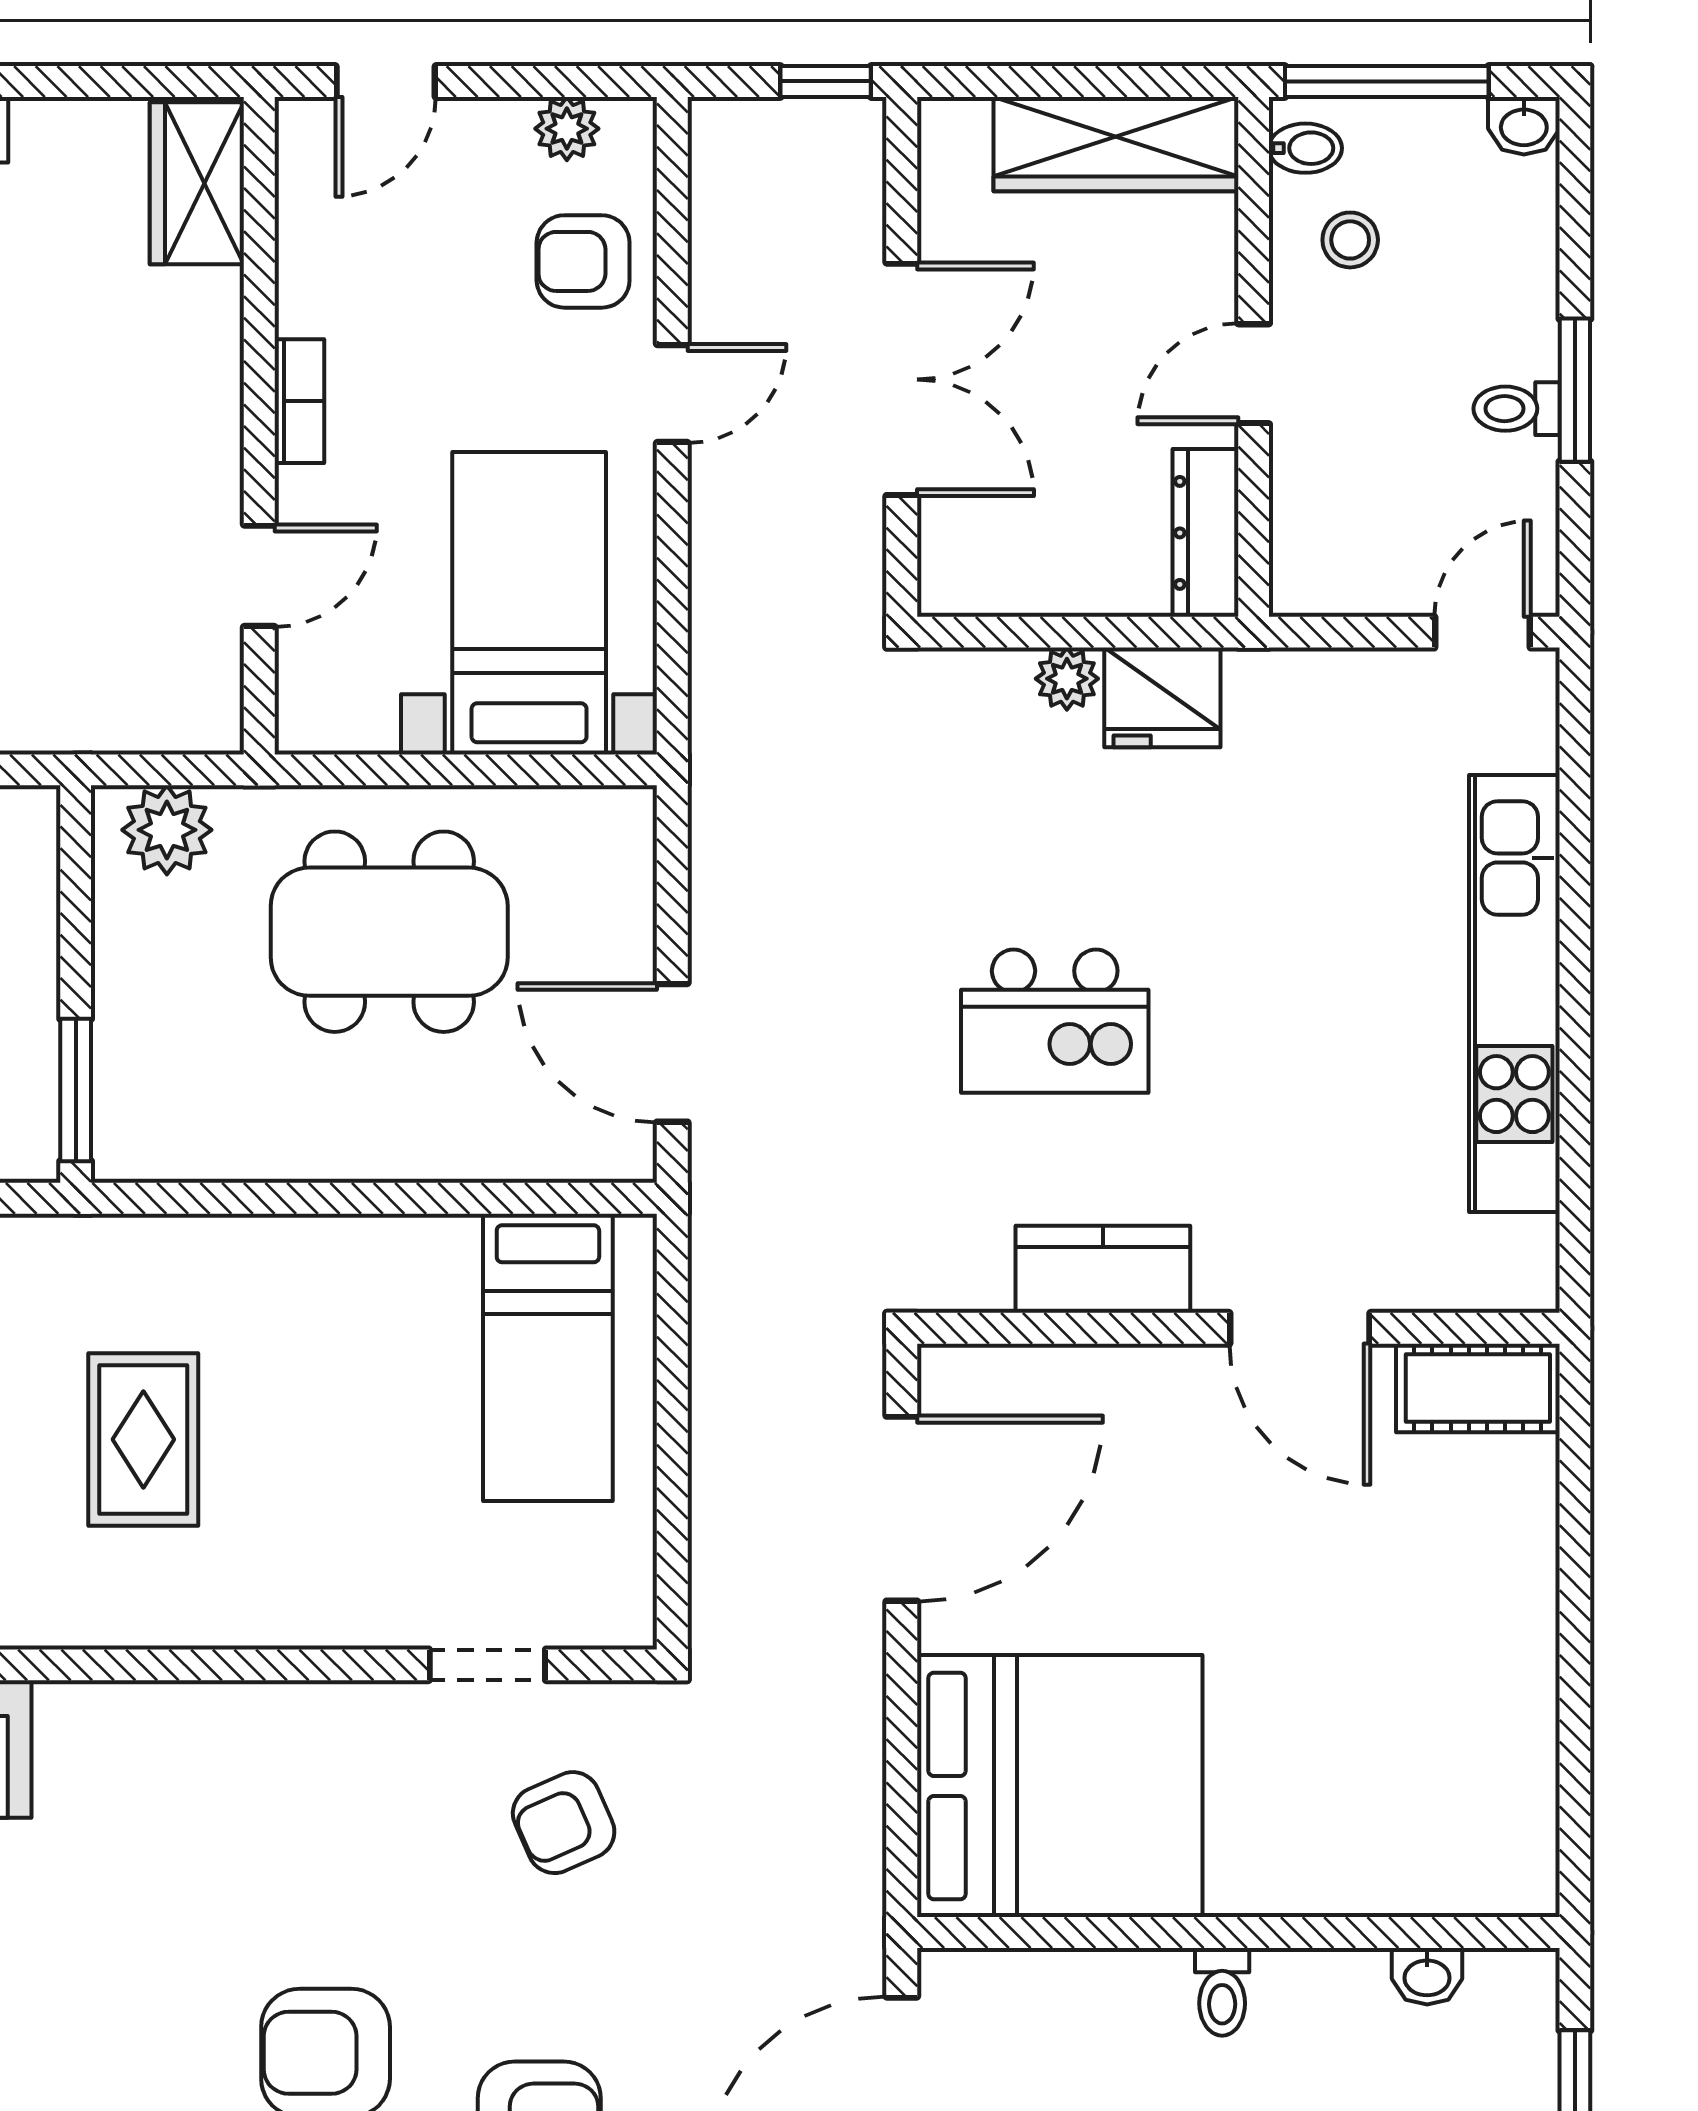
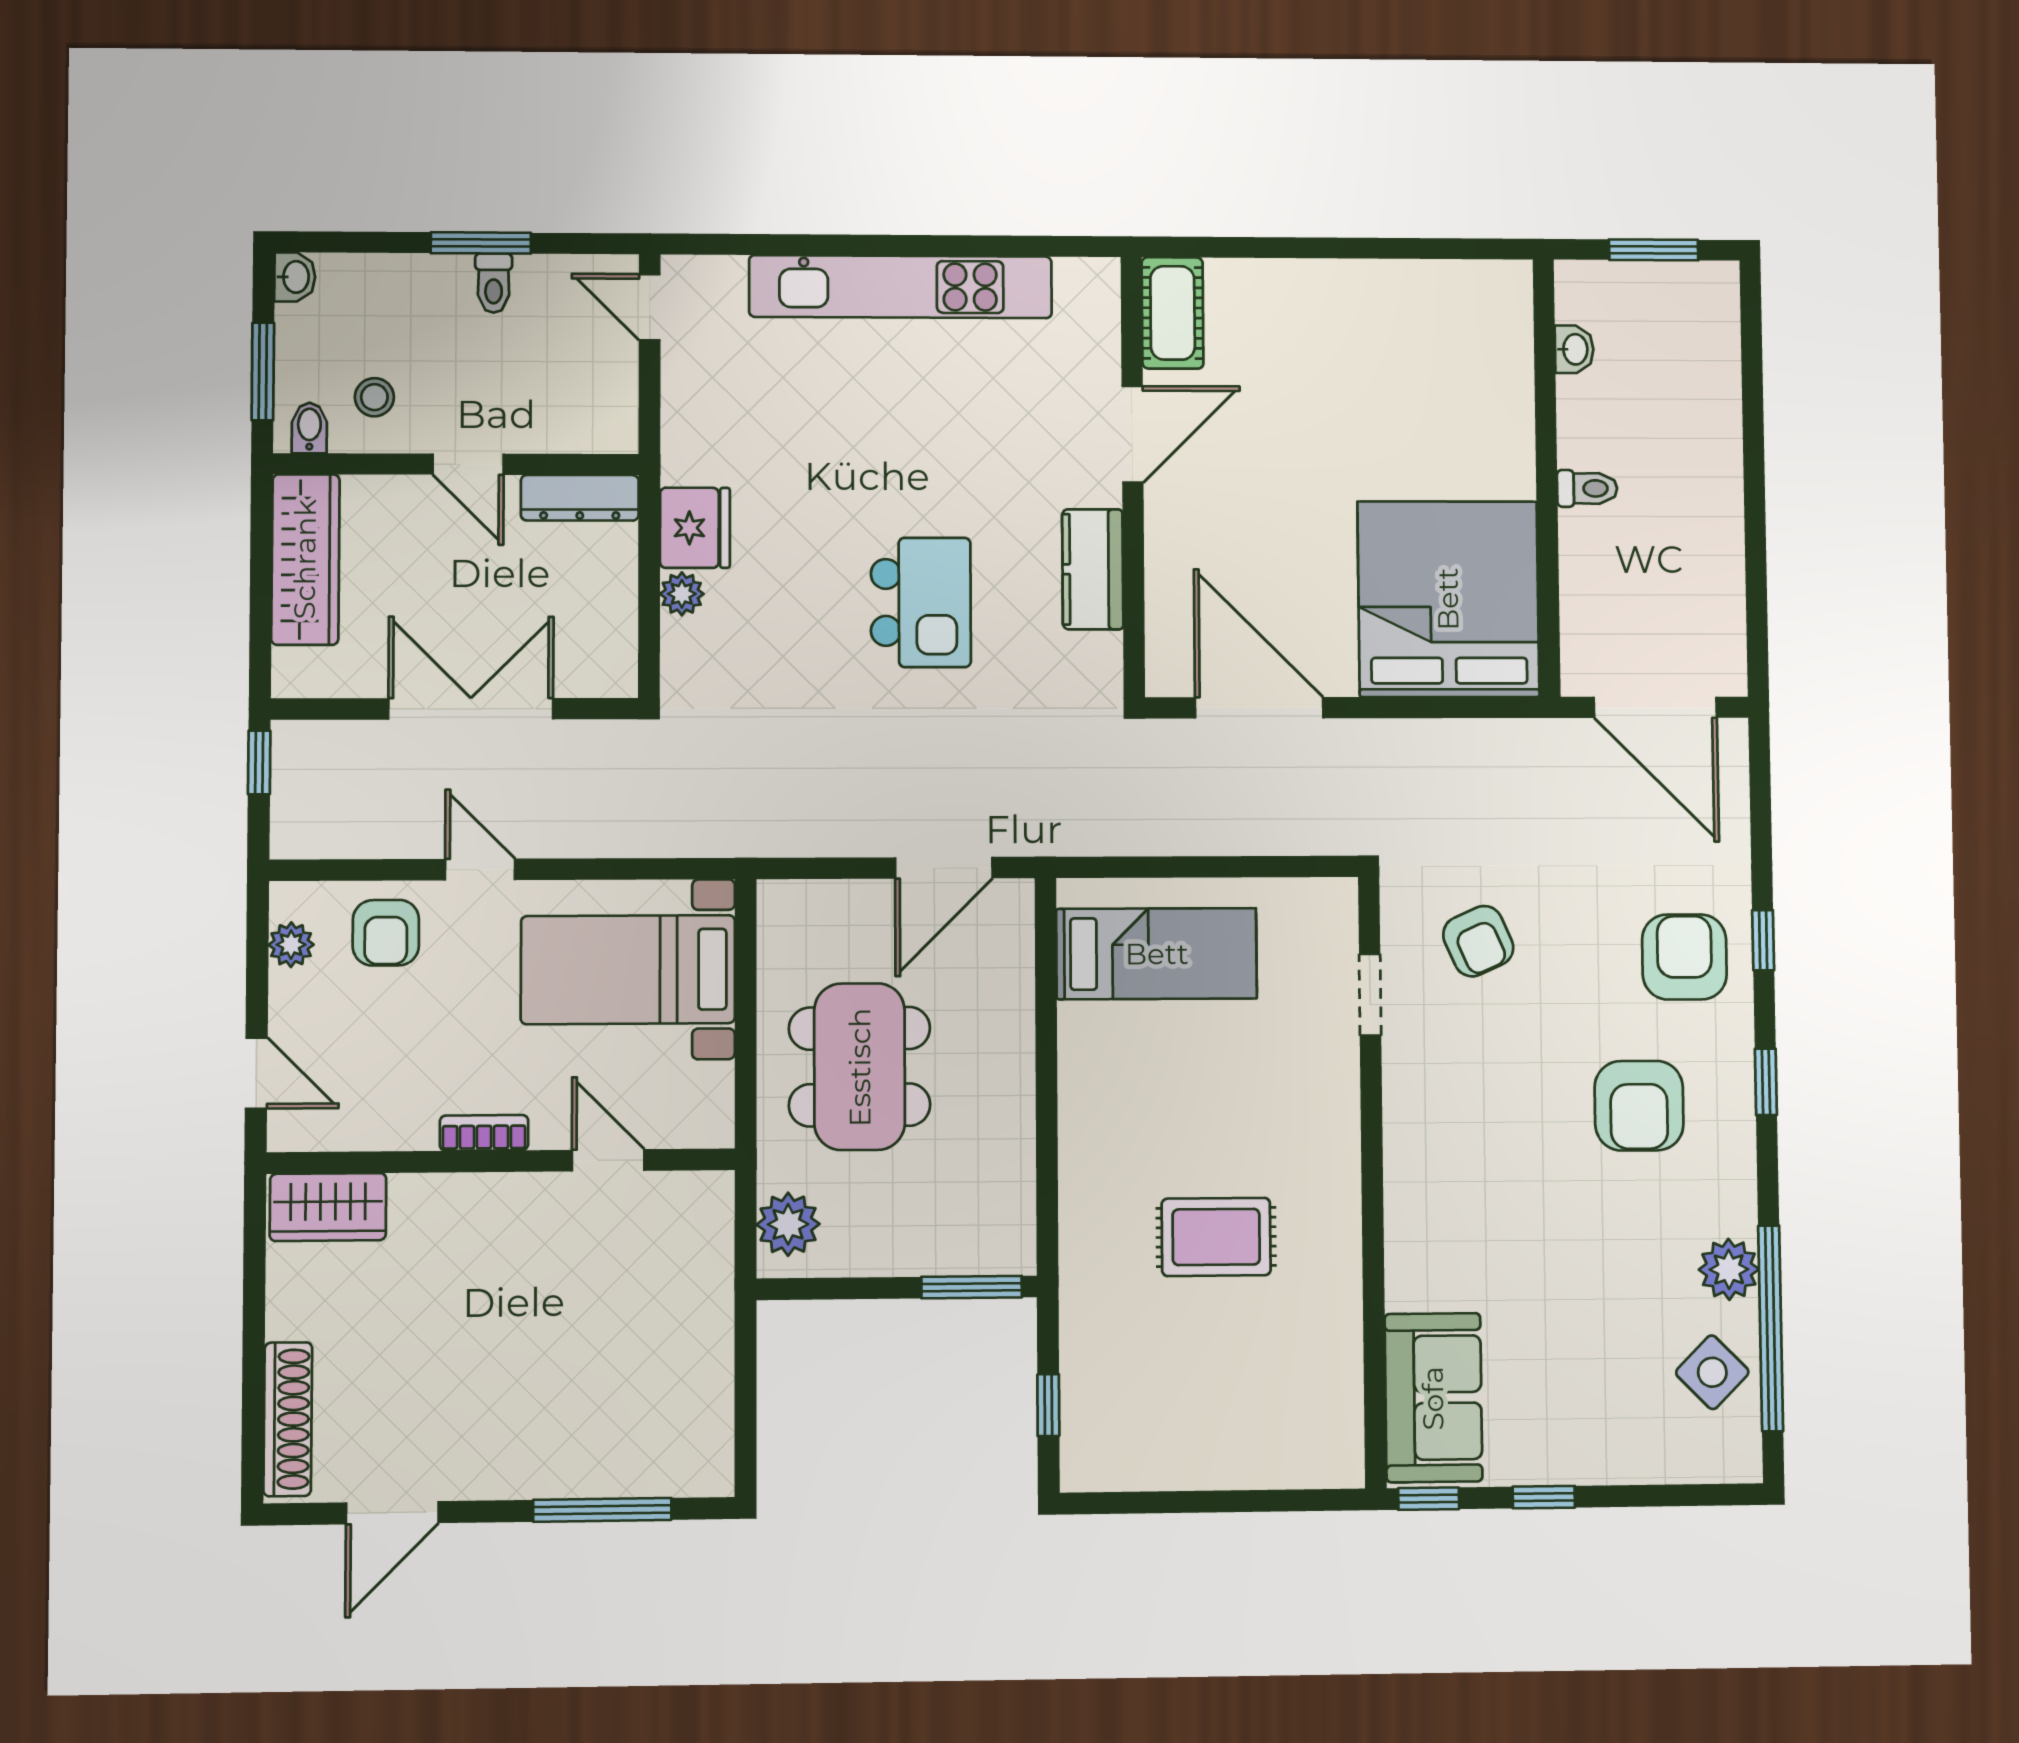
window: (1387, 81) -> (263, 371), width x0.69

